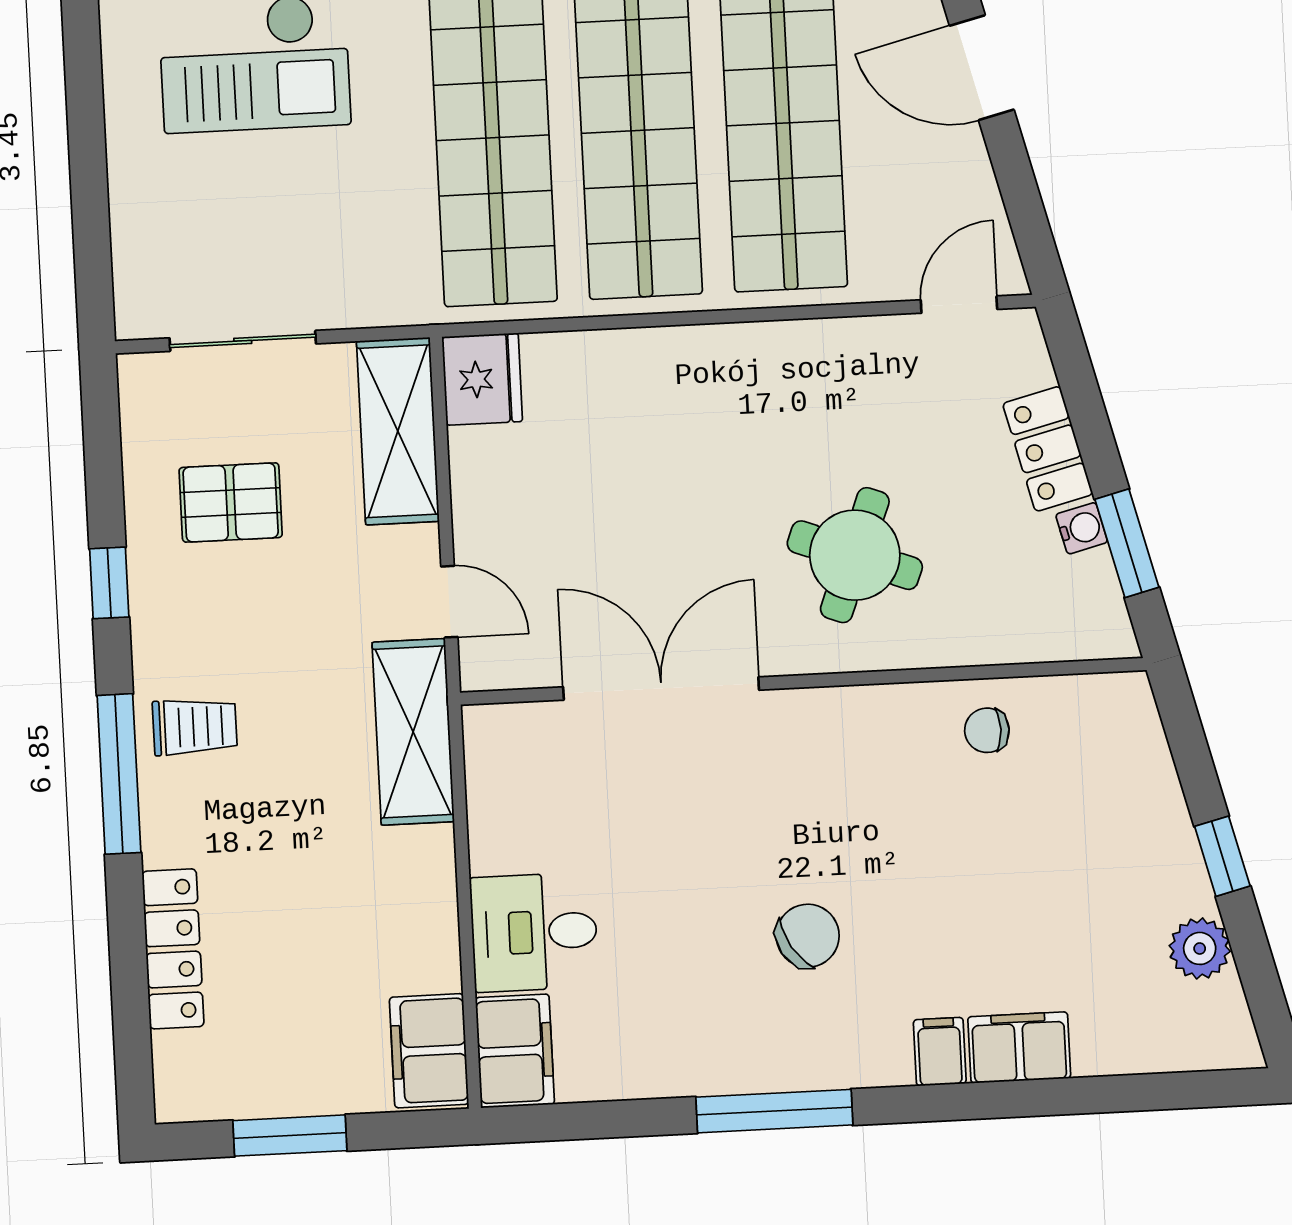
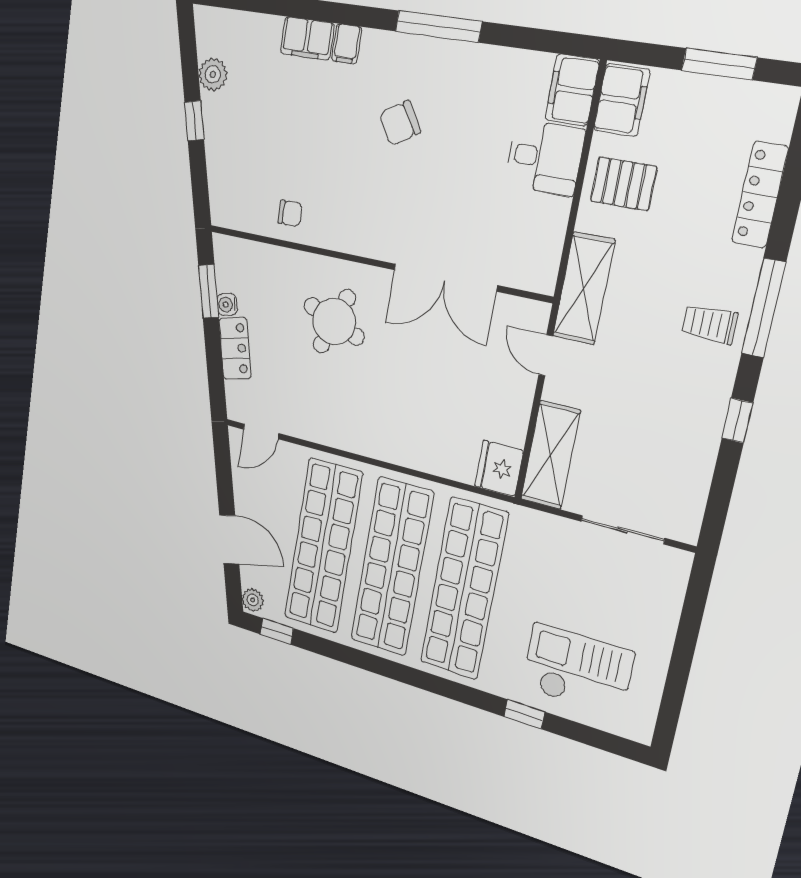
pallet: (231, 502) -> (623, 184), moved

